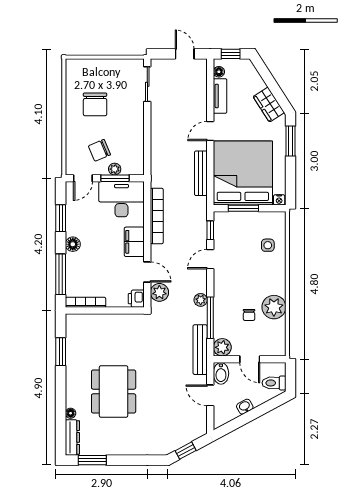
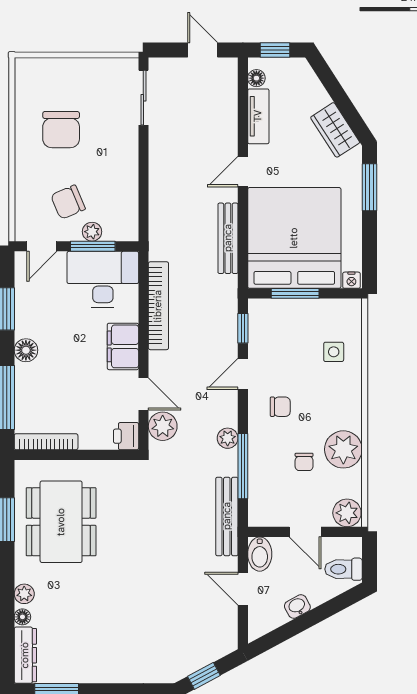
chair: (234, 280) -> (280, 407), added
plant: (222, 347) -> (347, 513), moved
dining table: (114, 391) -> (61, 522), moved
plant: (72, 399) -> (24, 594), added

